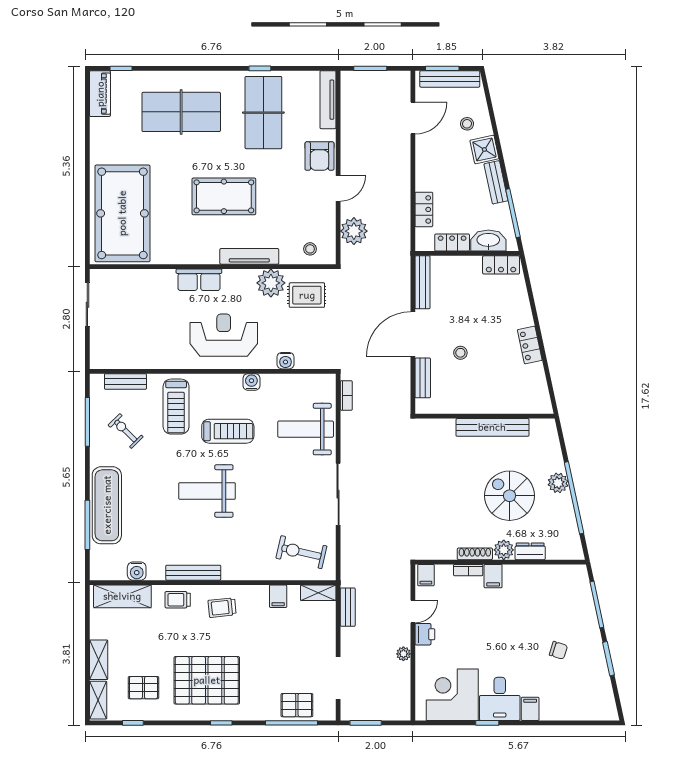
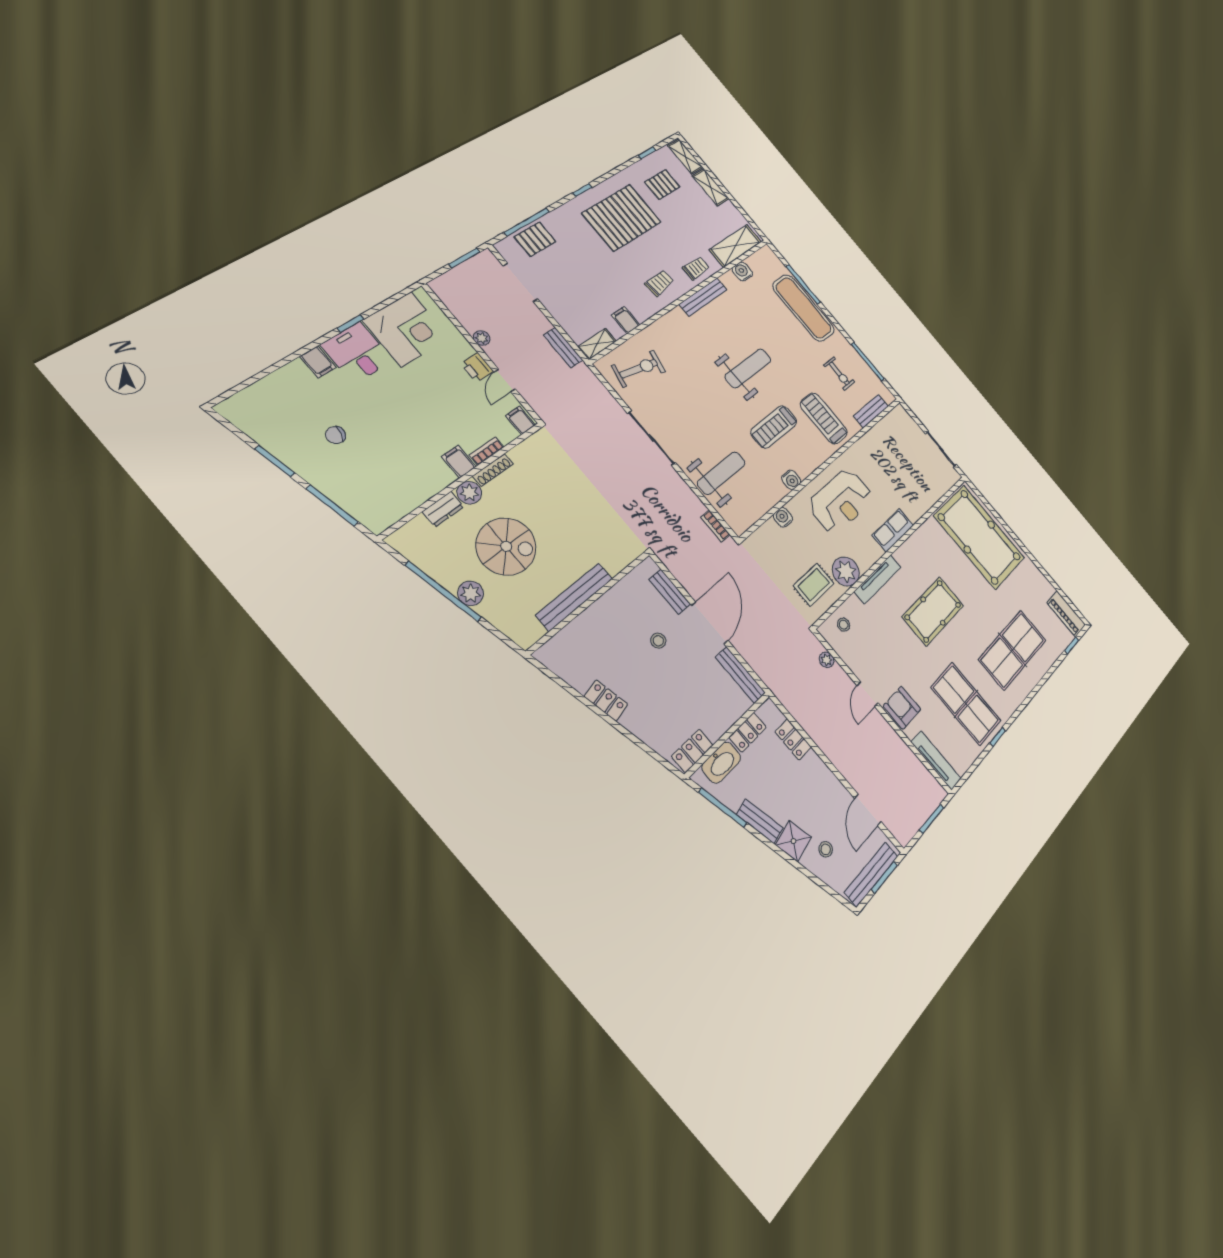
plant: (354, 231) -> (827, 660), width x0.53, depth x0.53
exercise bike: (126, 431) -> (839, 374), turned 45

